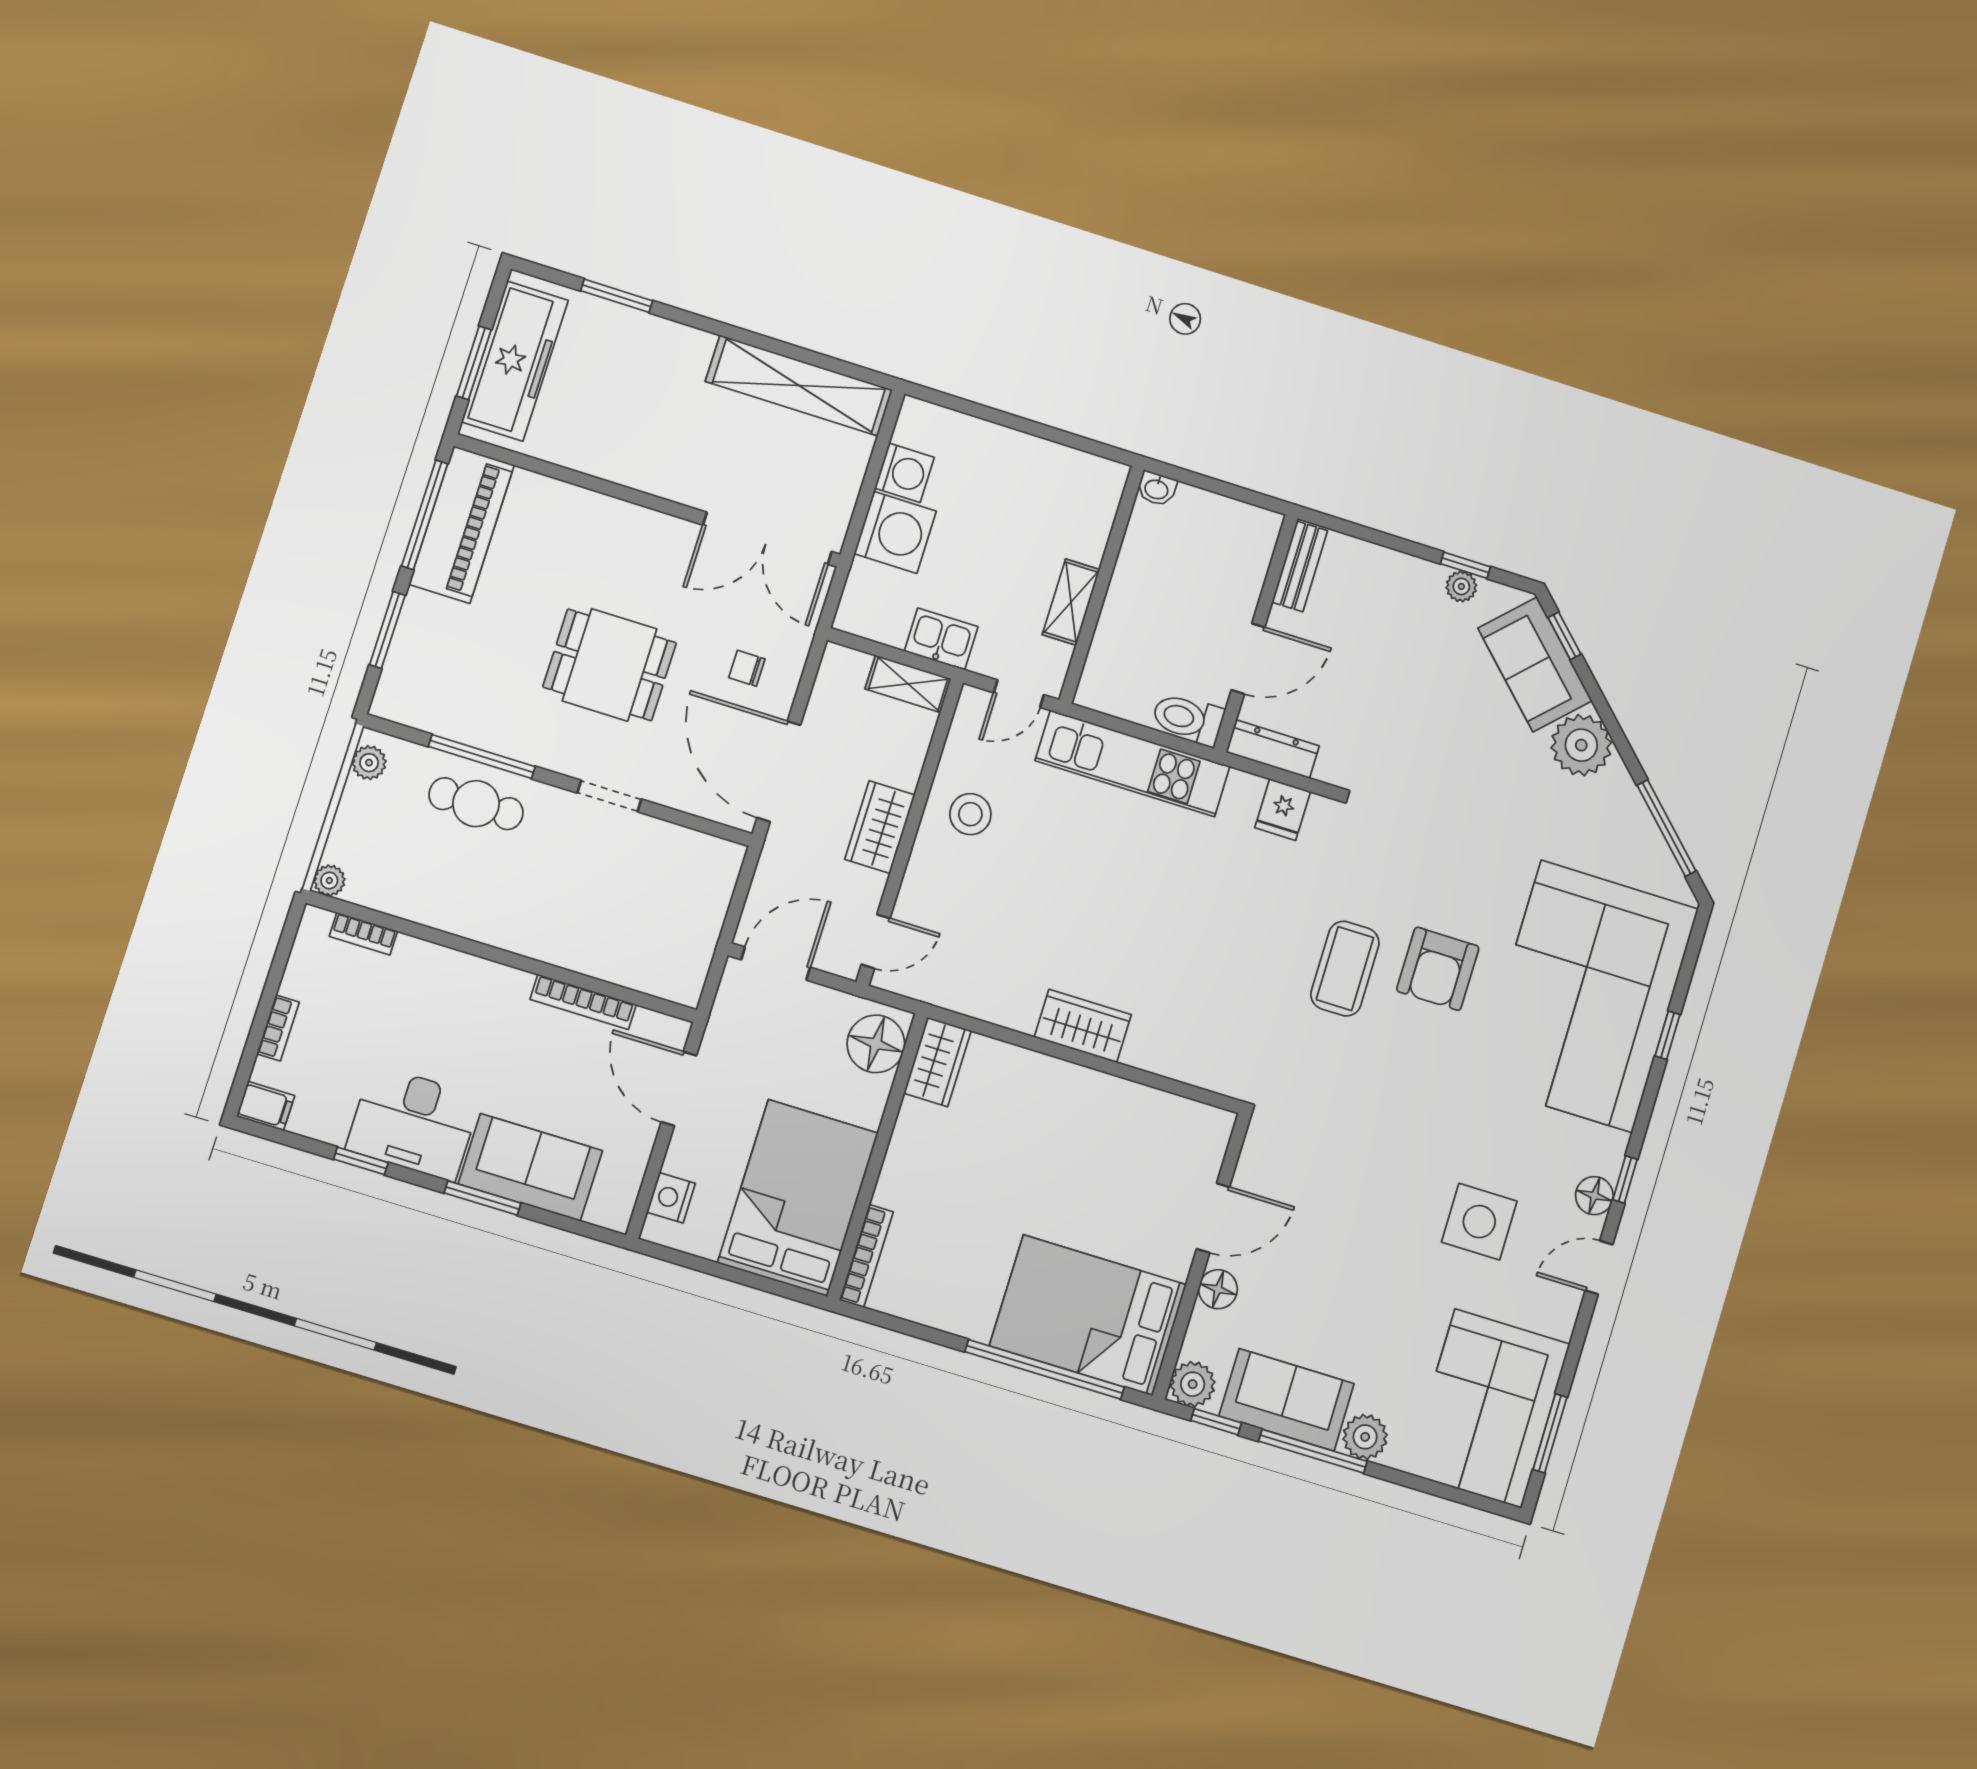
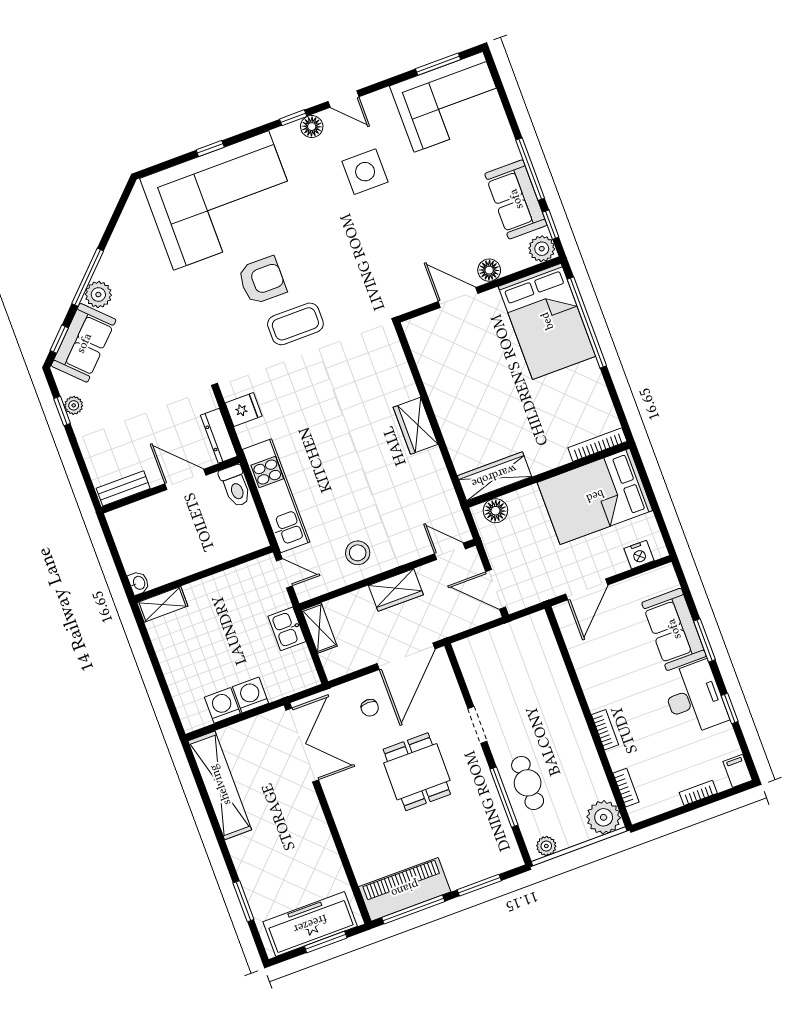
washing machine: (895, 532) -> (251, 695), width x0.73, depth x0.73
shelving: (1071, 602) -> (162, 604), moved
plant: (1581, 745) -> (98, 295), width x0.73, depth x0.73
window: (1666, 828) -> (88, 277), moved
plant: (329, 880) -> (604, 817), width x1.87, depth x1.87
bookcase: (583, 1002) -> (605, 730), moved, width x0.64
floor lamp: (876, 1044) -> (495, 511), width x0.73, depth x0.73
wardrobe: (937, 1062) -> (494, 476), width x1.50
plant: (1365, 1437) -> (505, 150), removed

